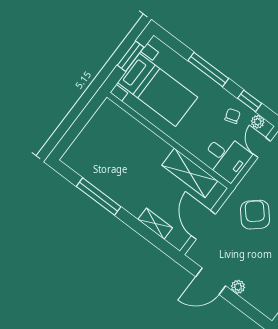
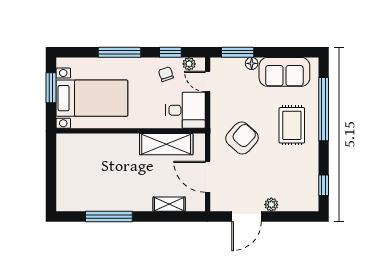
armchair: (255, 215) -> (242, 138), turned 83

